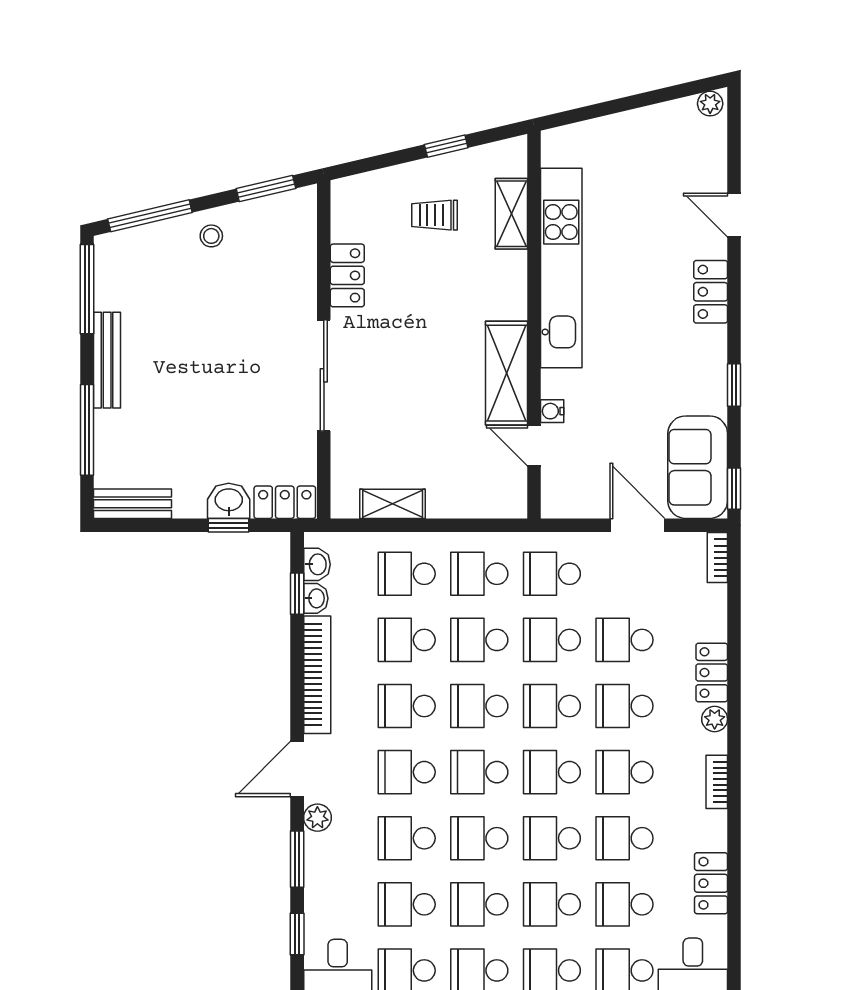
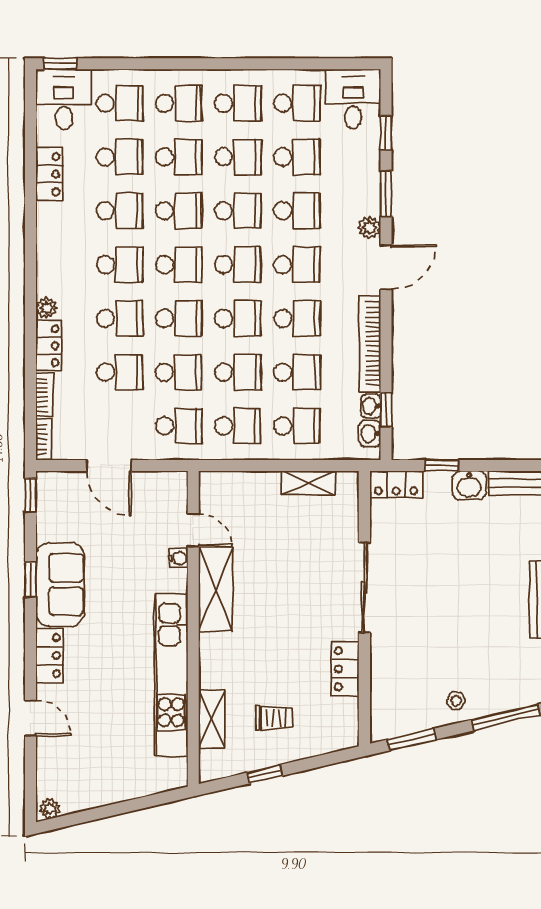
sofa: (698, 467) -> (60, 584), moved
washbasin: (229, 501) -> (469, 485), moved
bookcase: (717, 782) -> (45, 395), moved

